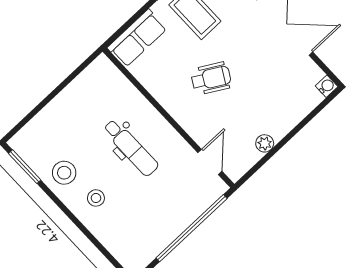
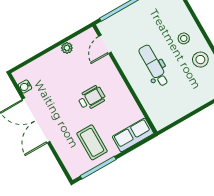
wheelchair: (211, 78) -> (92, 98), turned 150
water cooler: (327, 86) -> (25, 87), moved

